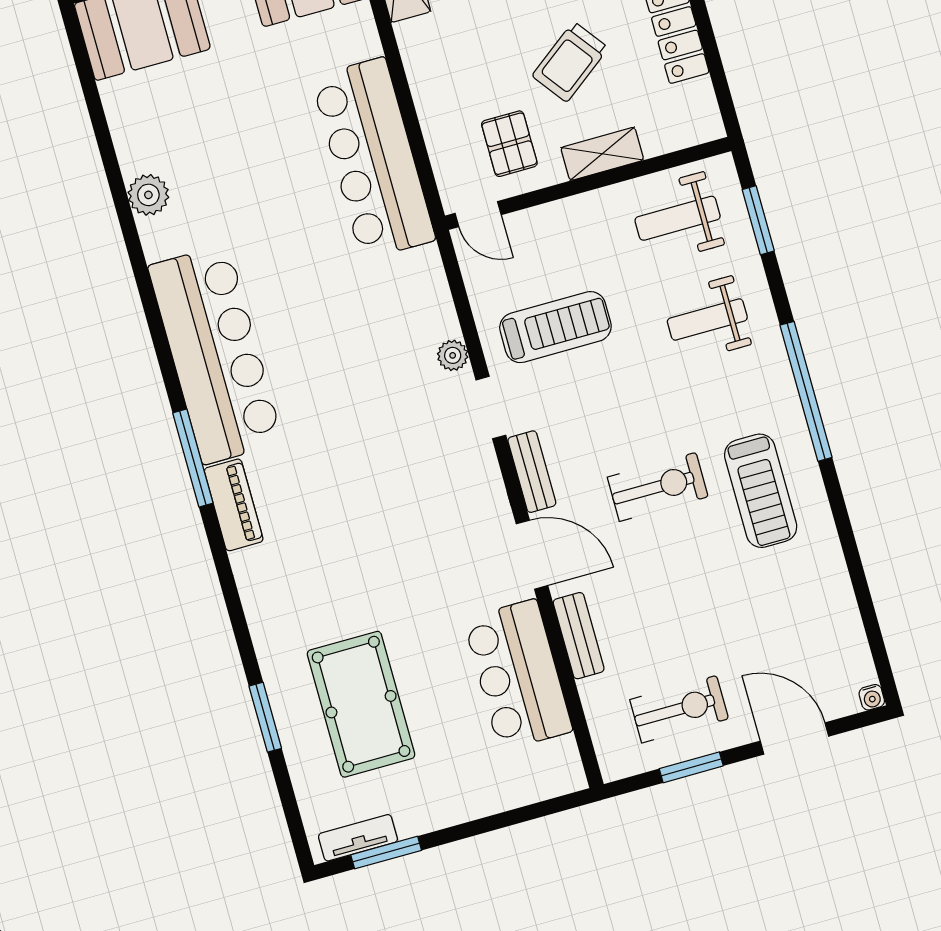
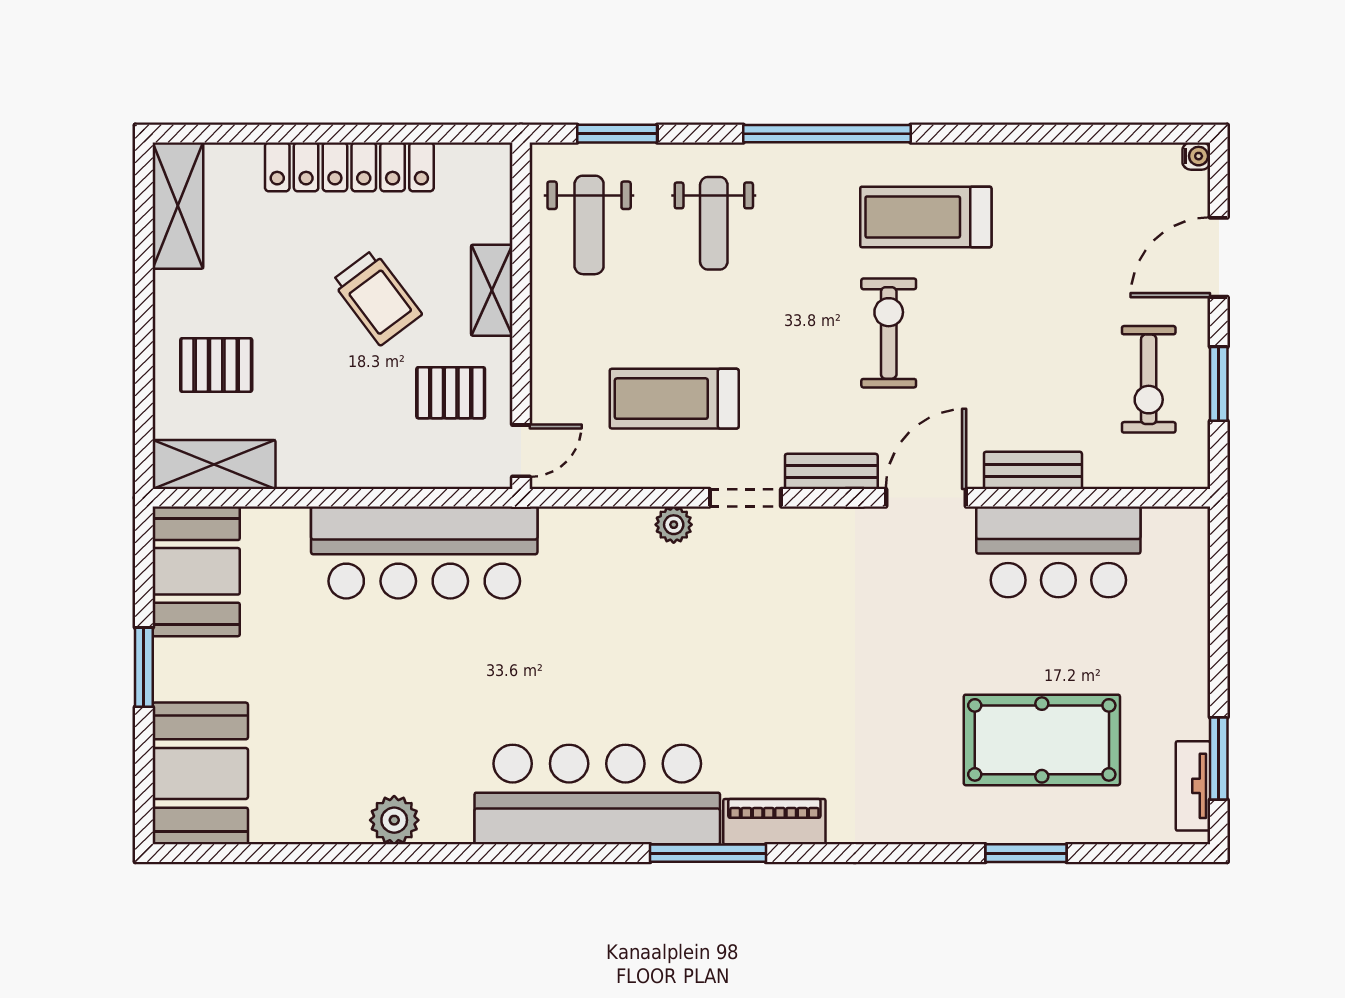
treadmill: (555, 327) -> (674, 399), turned -90
treadmill: (761, 491) -> (926, 217), turned 180
exercise bike: (679, 709) -> (1149, 379), turned 180

